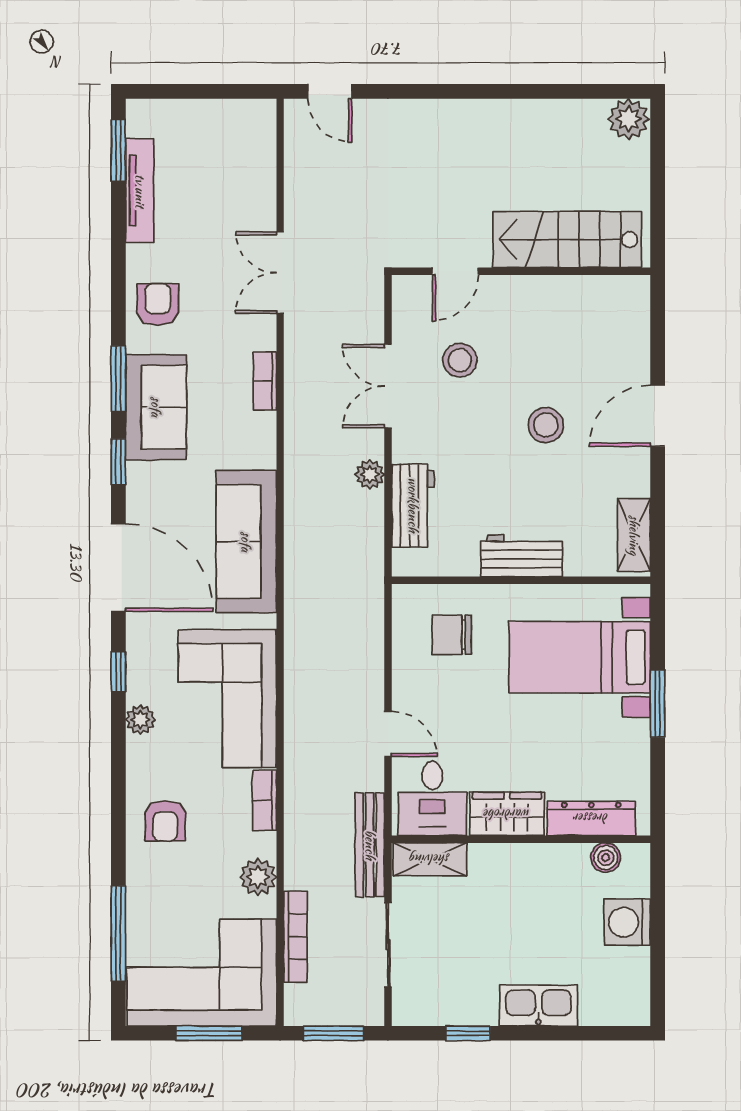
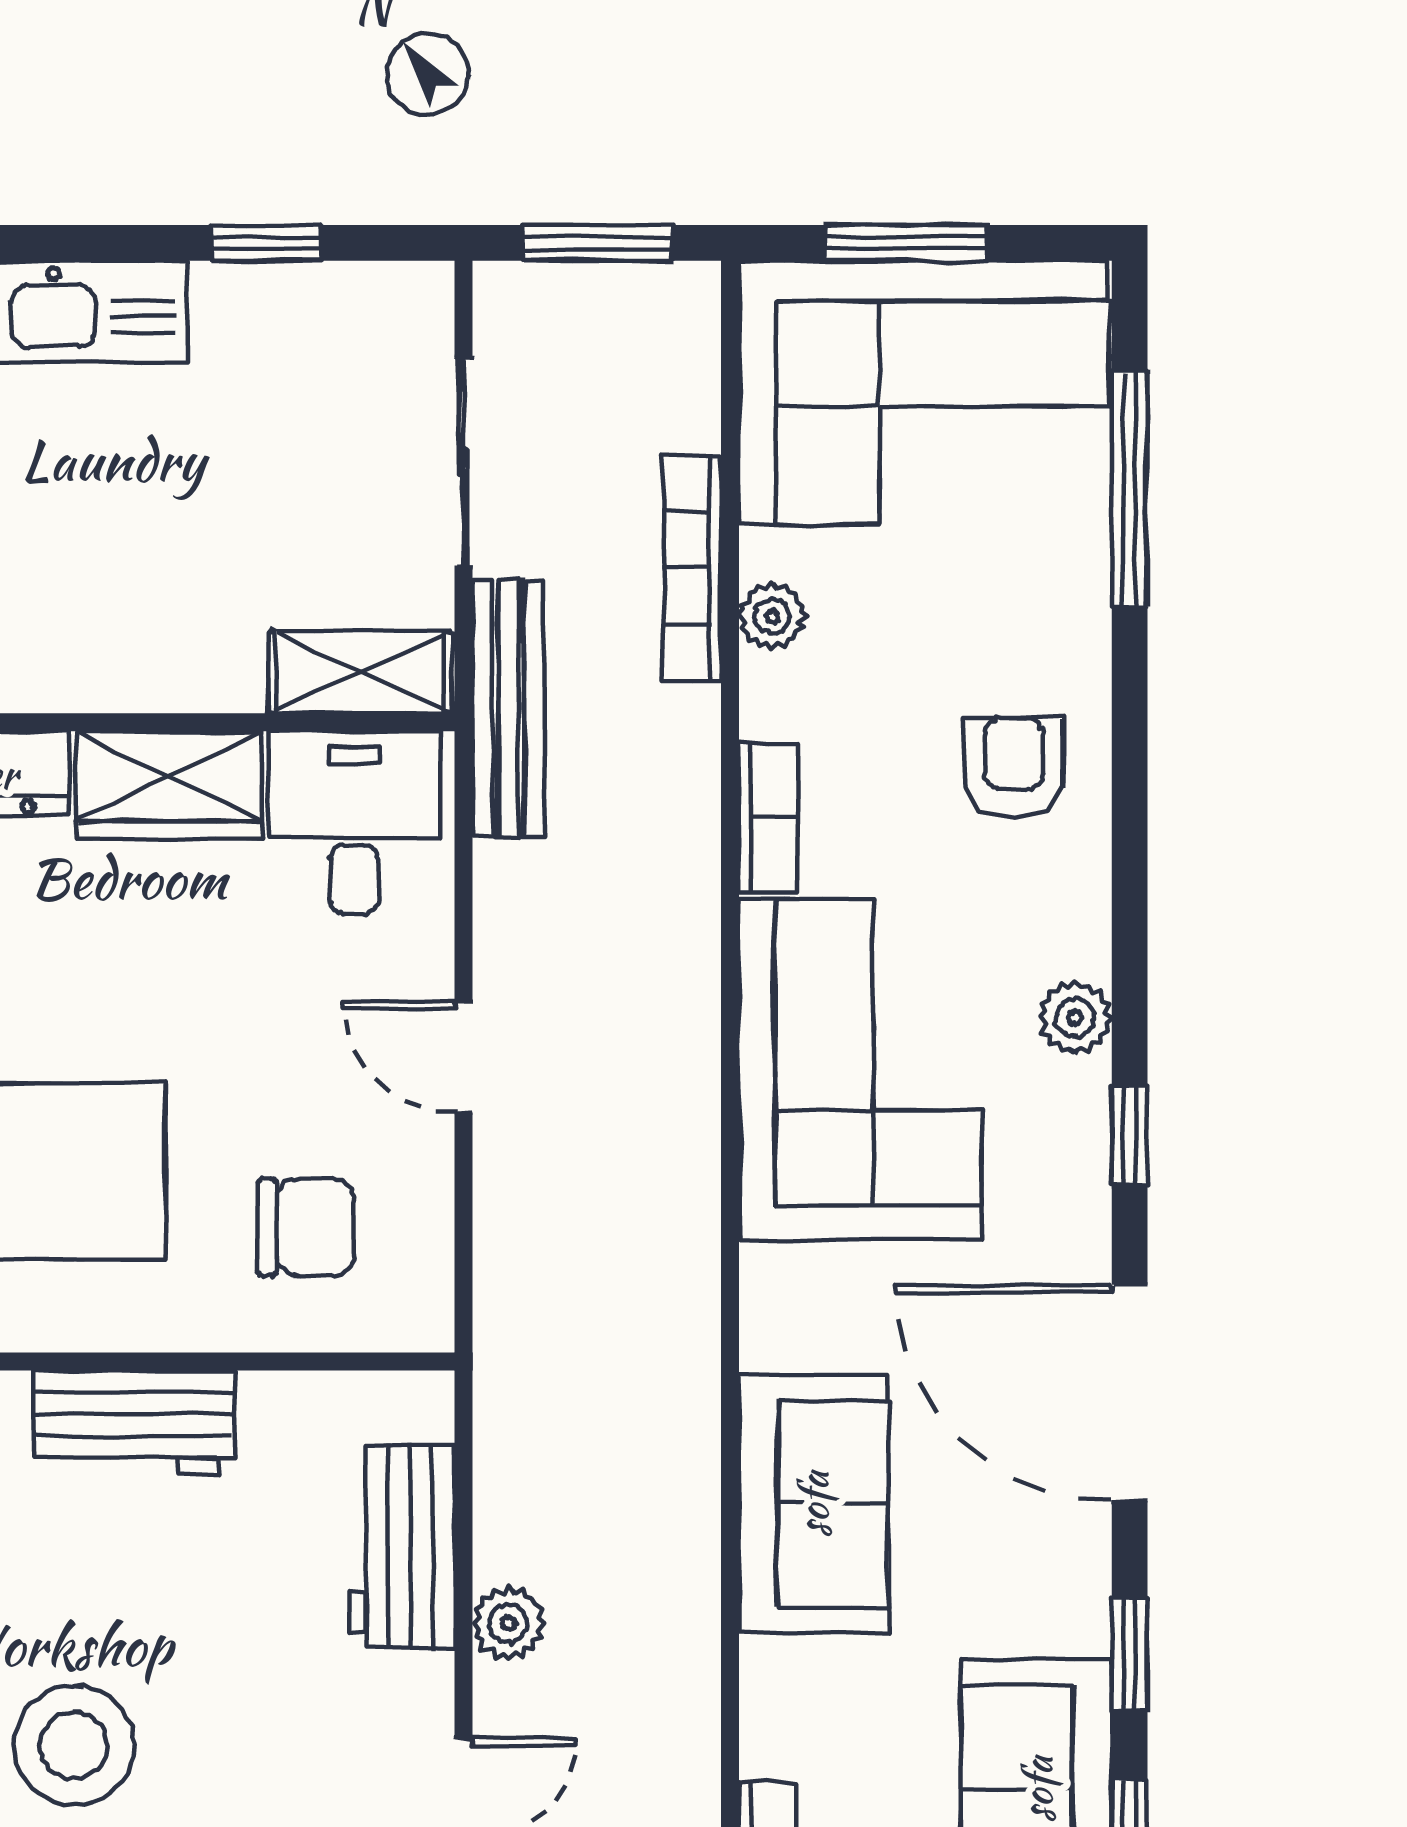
stool: (546, 425) -> (74, 1745), width x1.38, depth x1.38
sofa: (246, 542) -> (813, 1504), width x0.73
door: (388, 734) -> (464, 1057), moved
plant: (258, 877) -> (772, 616), width x0.73, depth x0.73
bookcase: (295, 937) -> (692, 568), moved

